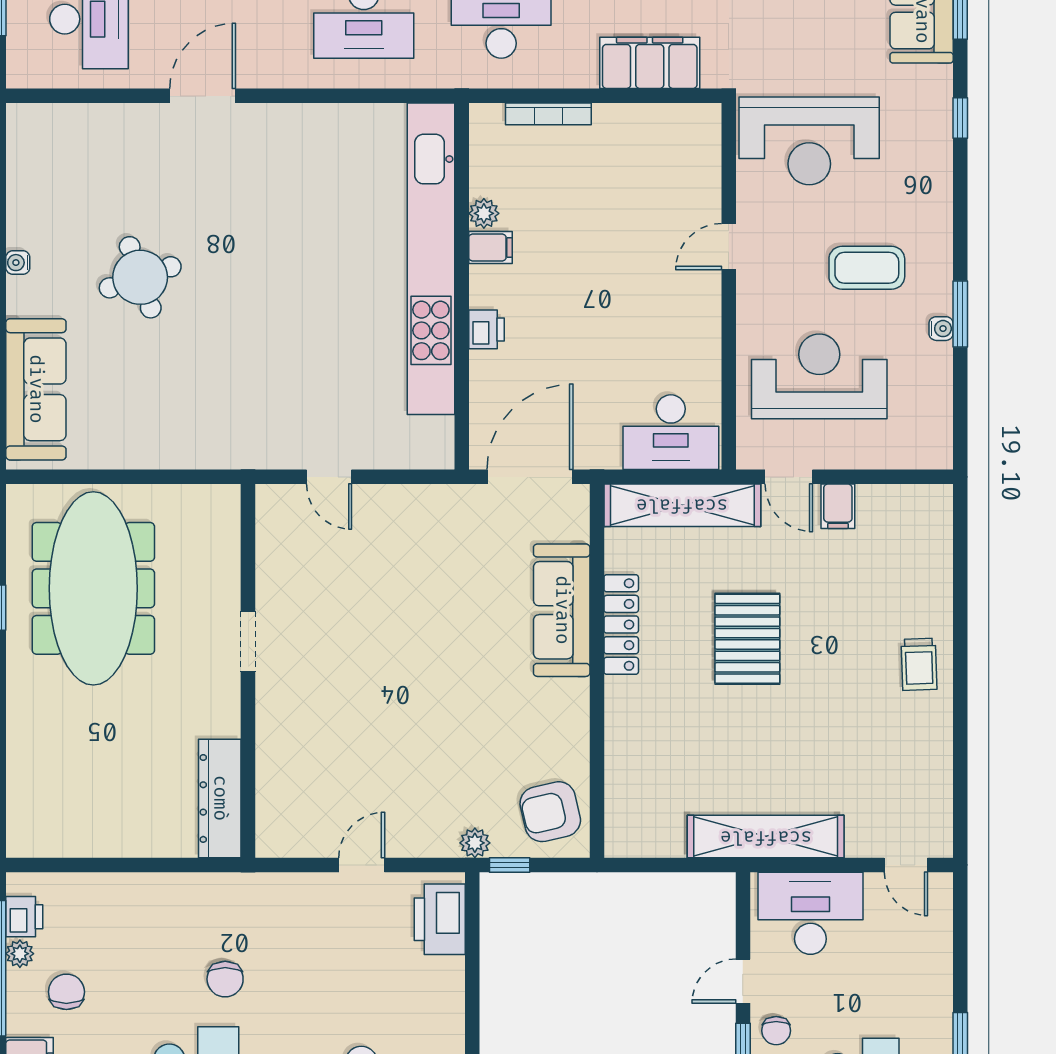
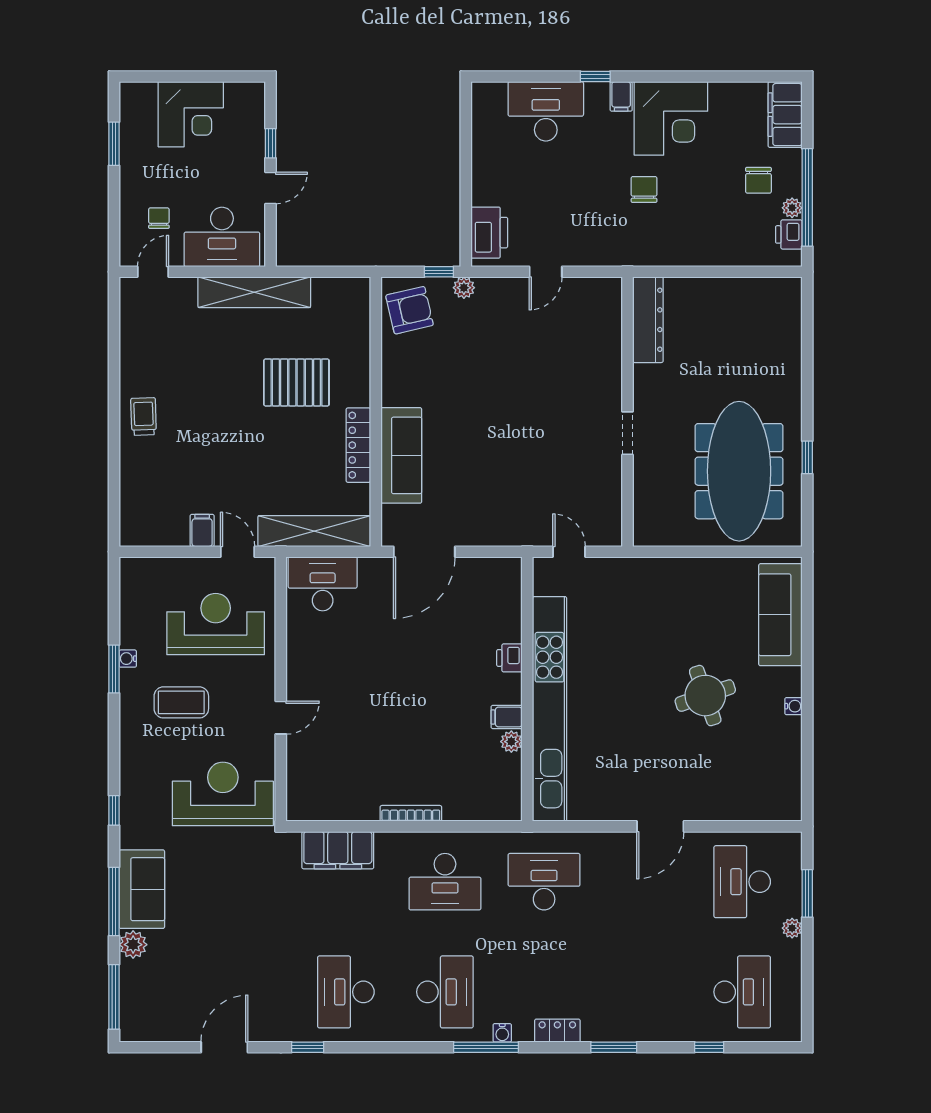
plant: (484, 213) -> (511, 742), moved
filing cabinet: (490, 248) -> (507, 717), moved
kitchen unit: (431, 259) -> (550, 709), moved
wall: (462, 286) -> (527, 689), moved
printer: (486, 329) -> (509, 658), moved
reception desk: (819, 376) -> (216, 624), turned 180
pallet: (747, 639) -> (296, 382), moved, turned 90
door: (906, 865) -> (153, 272), hinge flipped
chair: (776, 1031) -> (159, 218), moved

